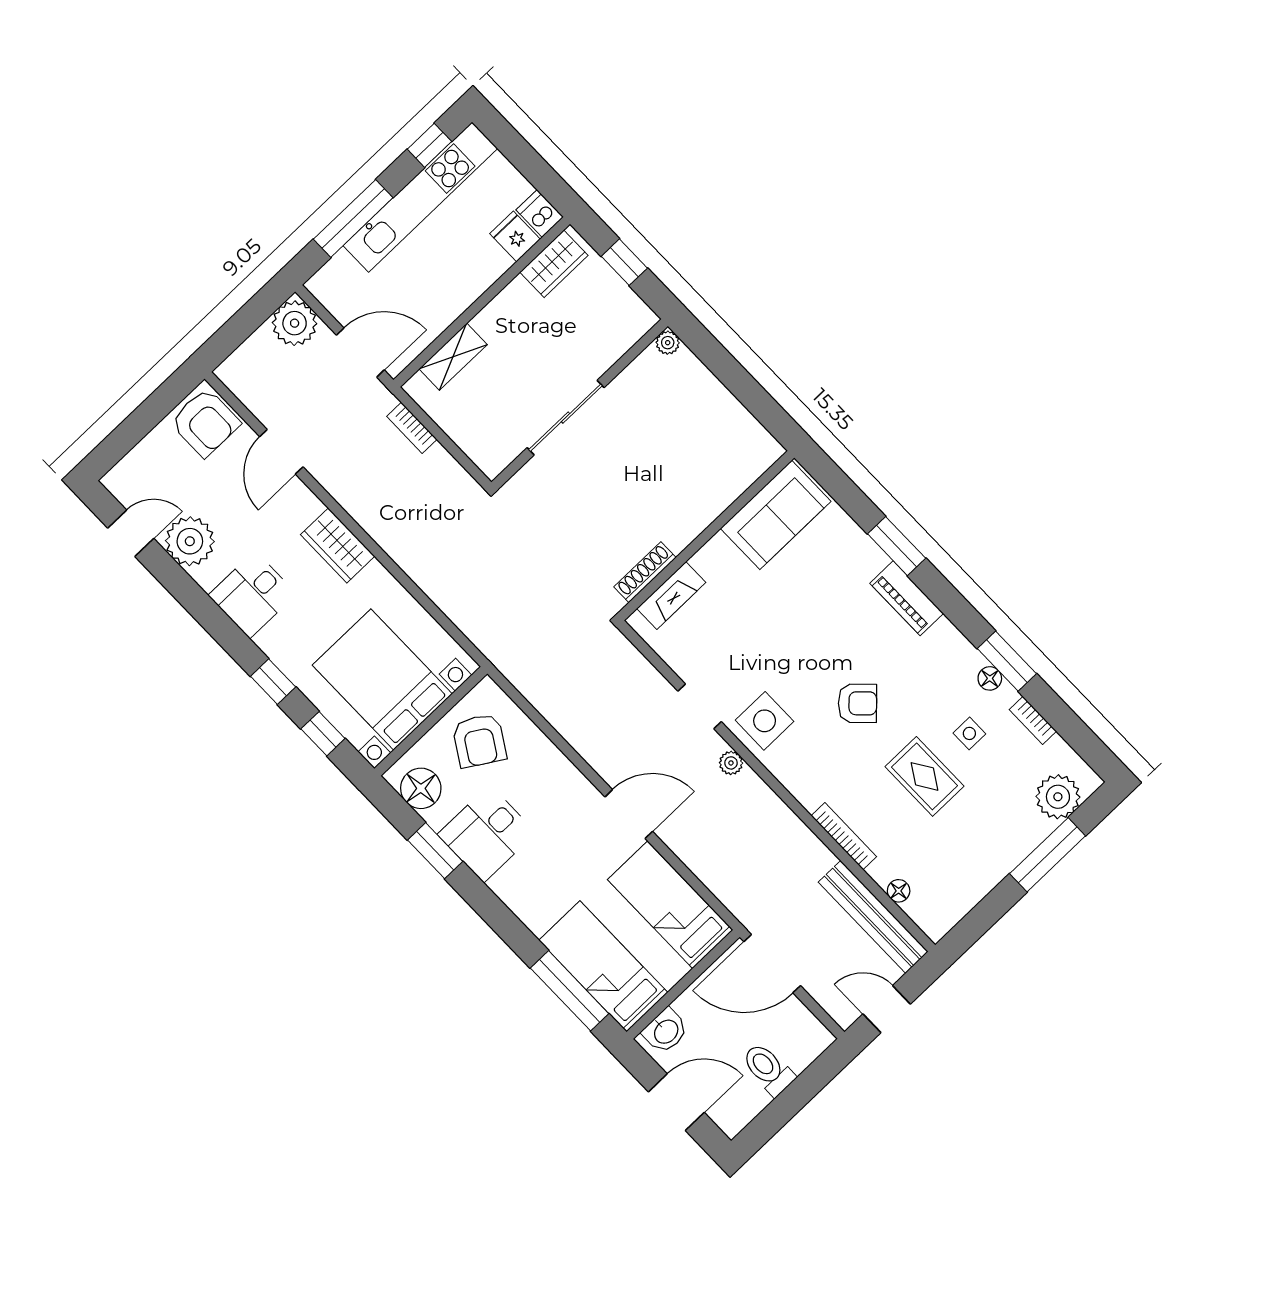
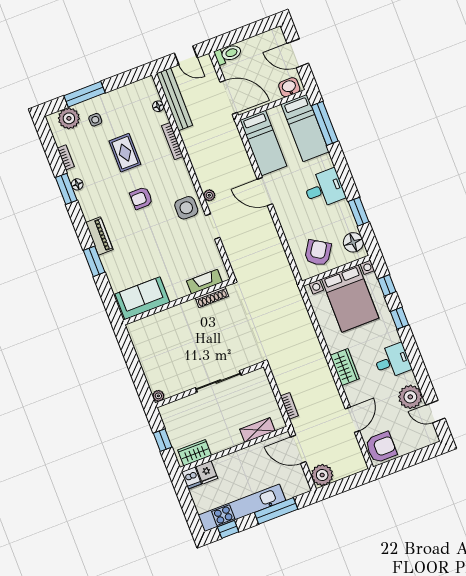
armchair: (205, 422) -> (381, 447), turned 90
armchair: (857, 703) -> (141, 198), turned -44
side table: (969, 733) -> (95, 120), moved
desk: (487, 834) -> (324, 189), moved
toilet: (768, 1069) -> (228, 54), moved, turned -90

